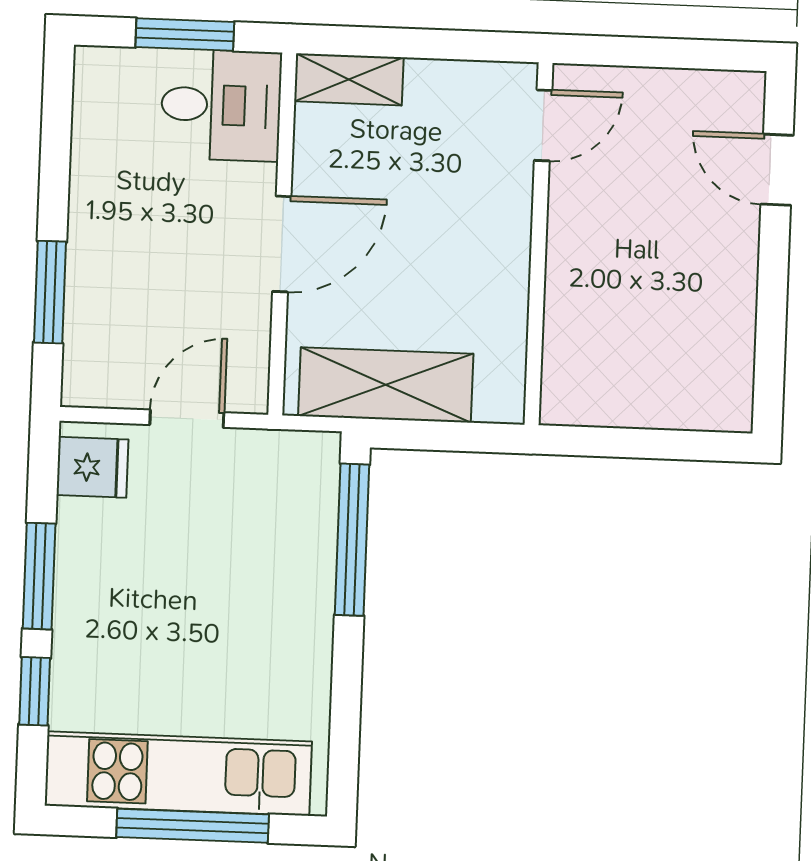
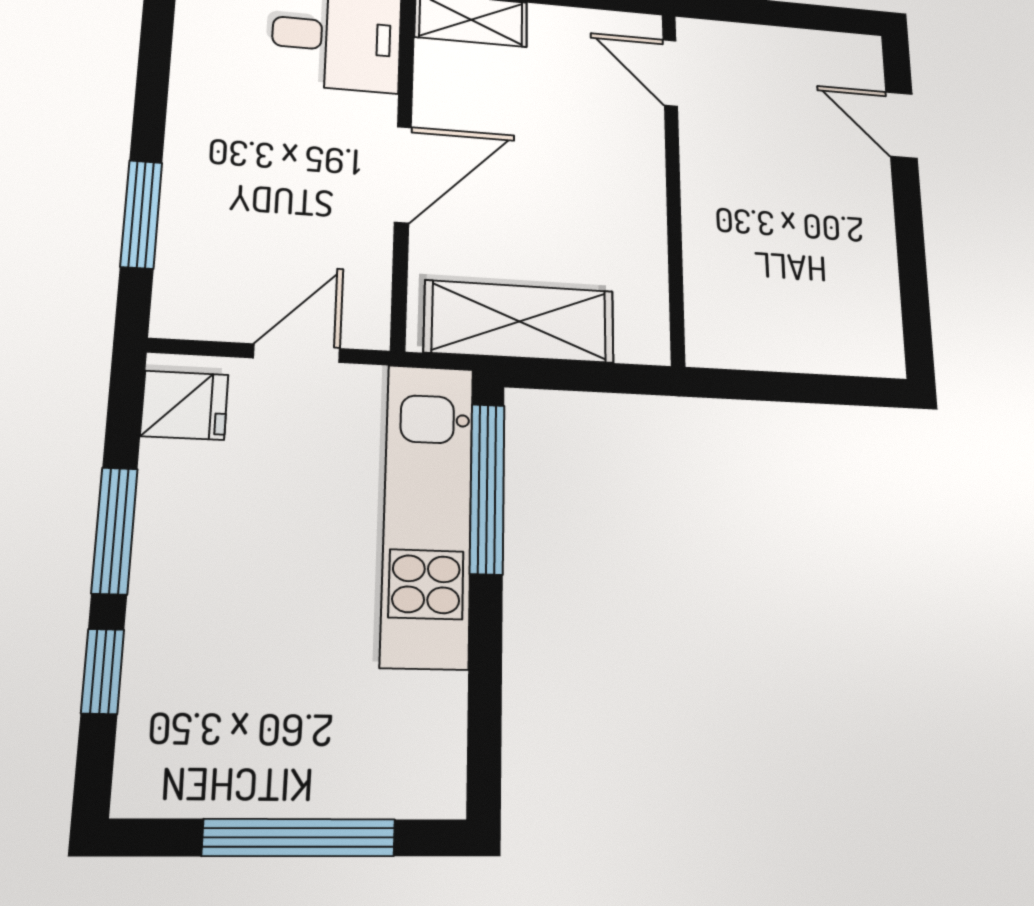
door: (543, 125) -> (670, 73), swing flipped
kitchen unit: (178, 774) -> (428, 514), moved, turned -90

